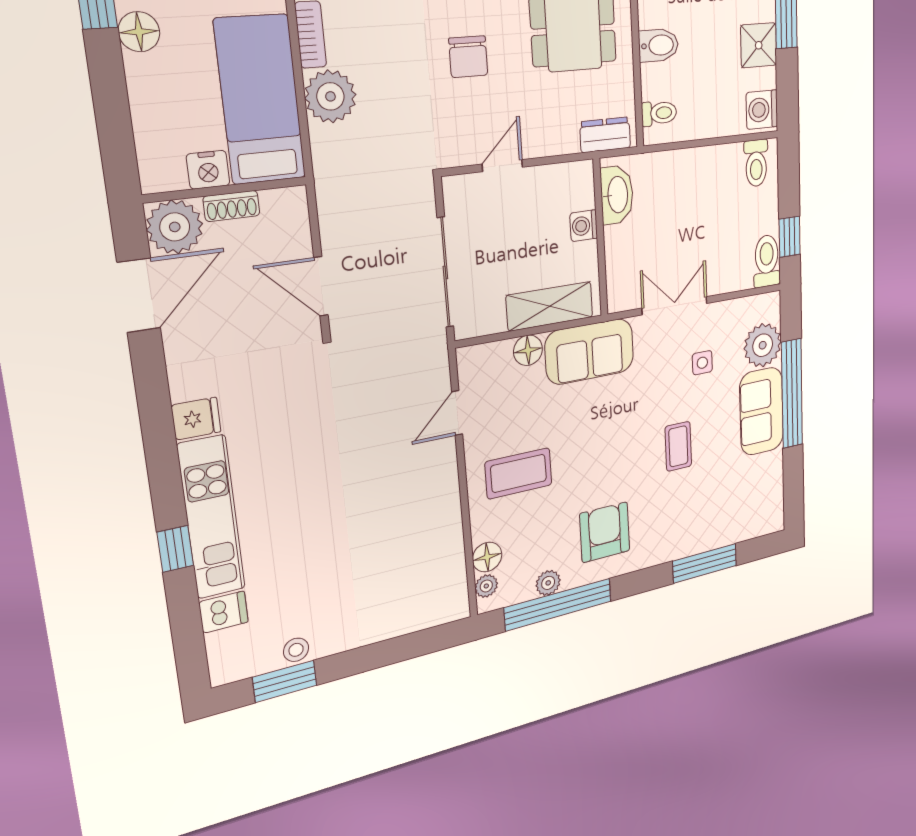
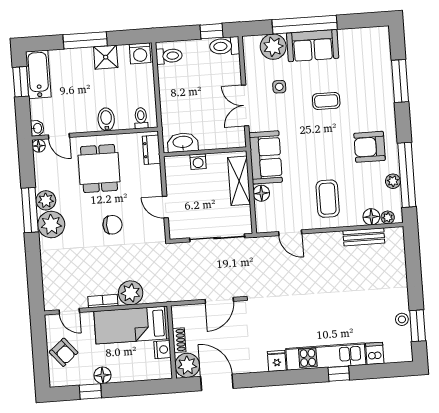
bench: (451, 550) -> (364, 237), added

